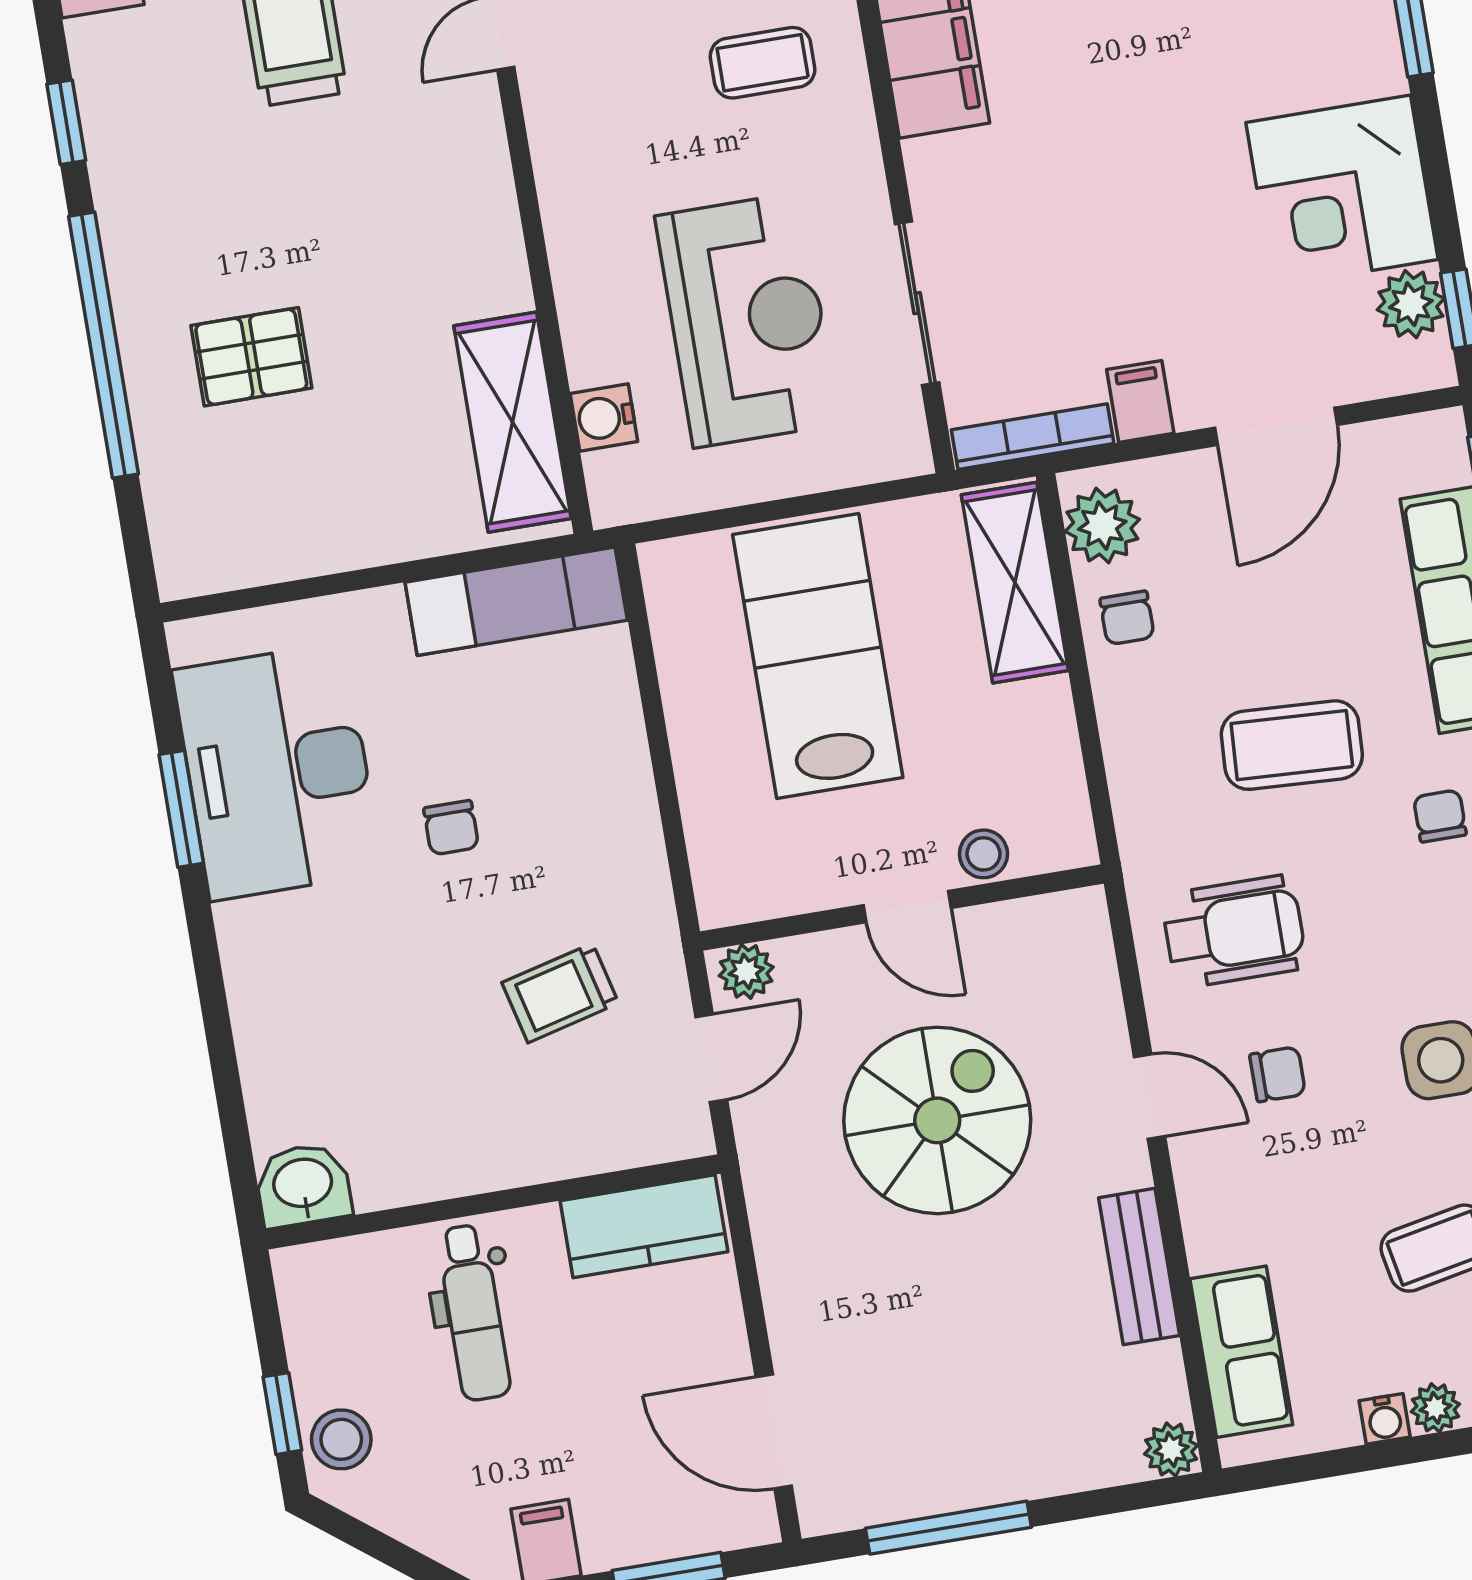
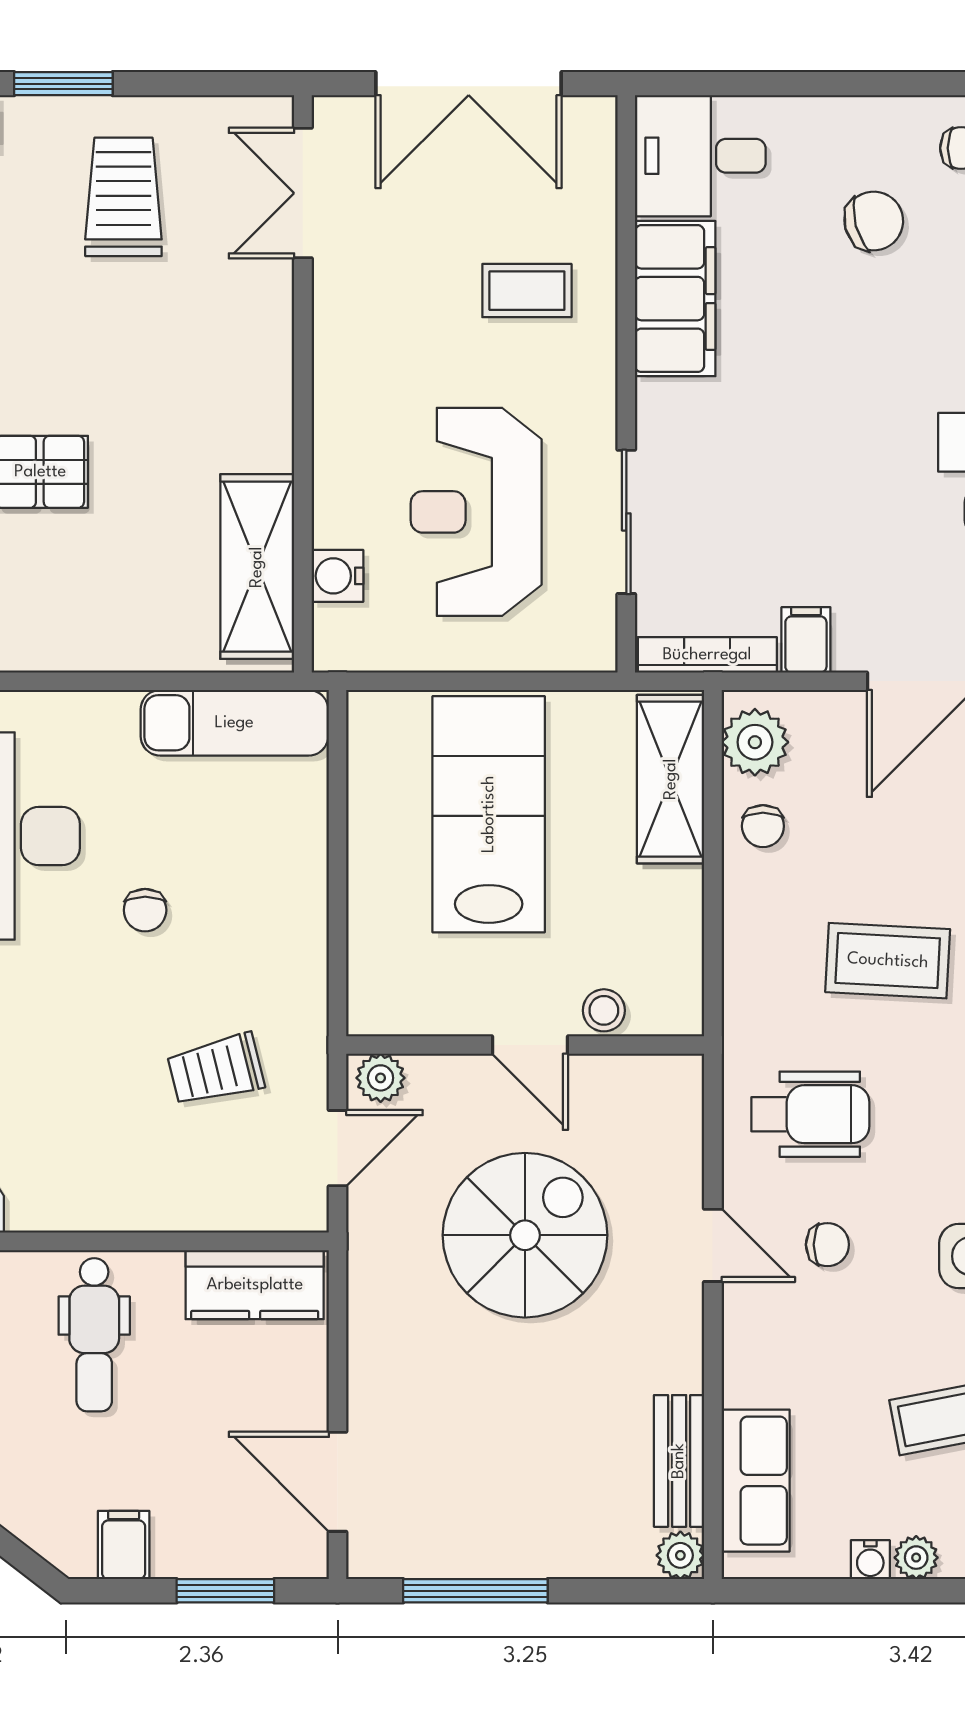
reception desk: (747, 320) -> (476, 512), turned 180
bench: (1139, 1267) -> (679, 1461), moved

